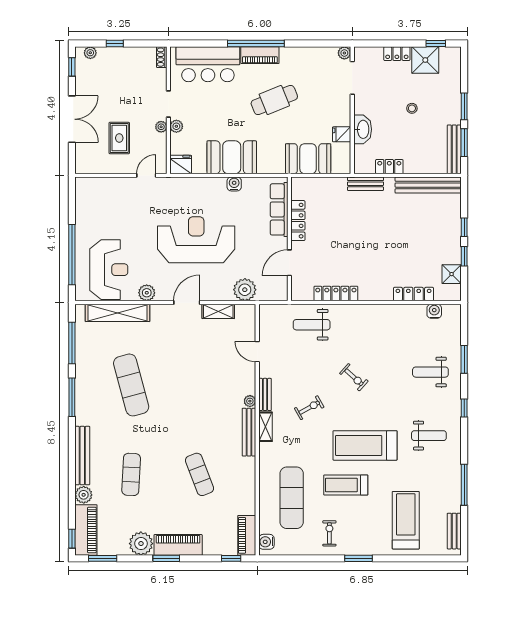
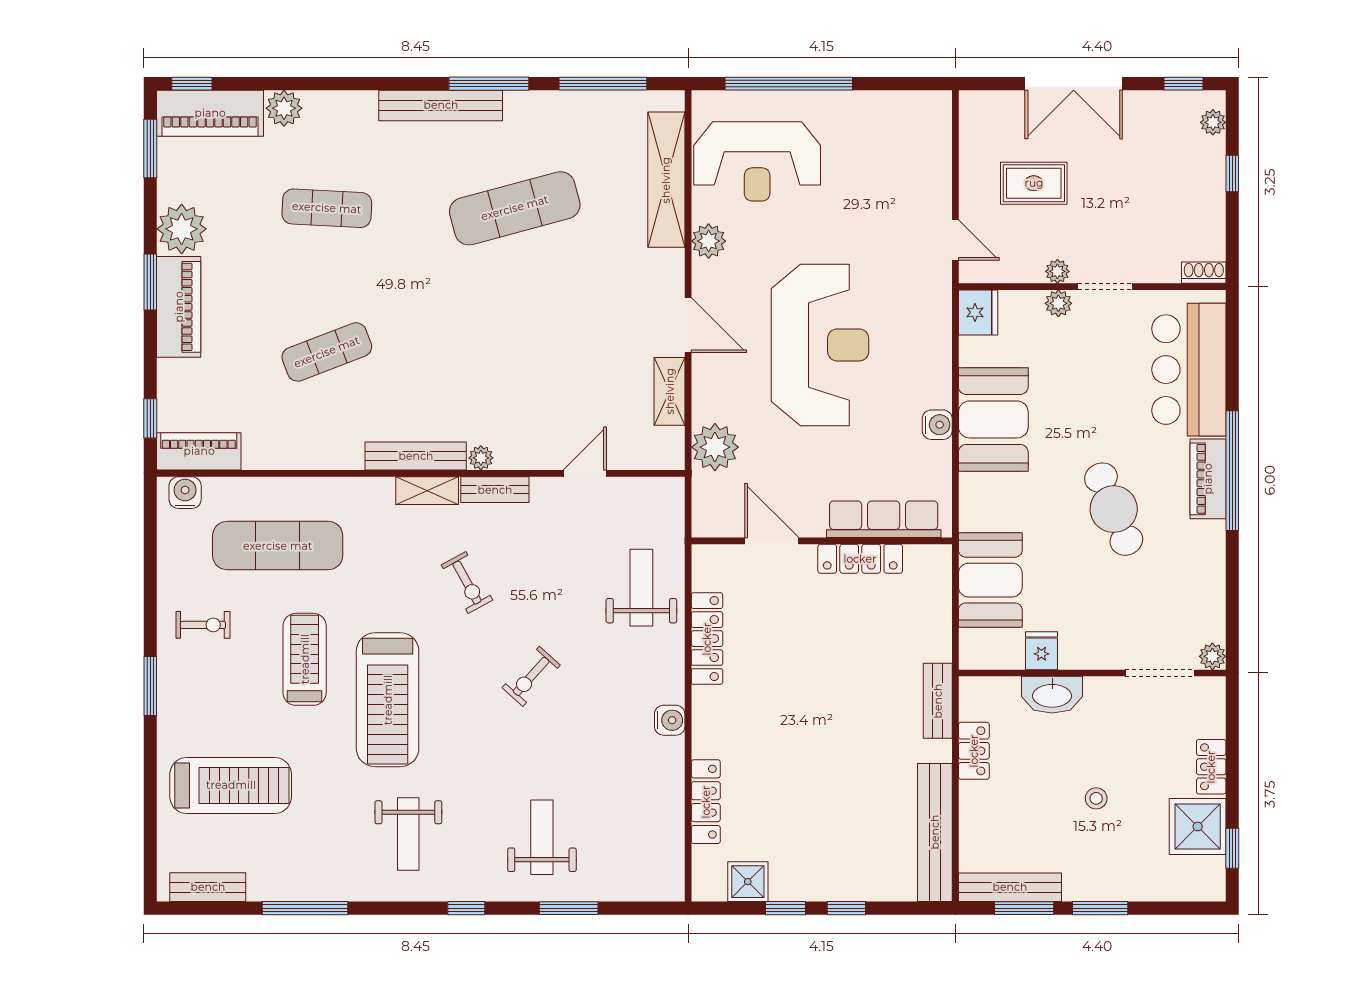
water cooler: (434, 311) -> (670, 720), moved
treadmill: (365, 445) -> (388, 700), turned 180
bench: (82, 456) -> (441, 105), moved

